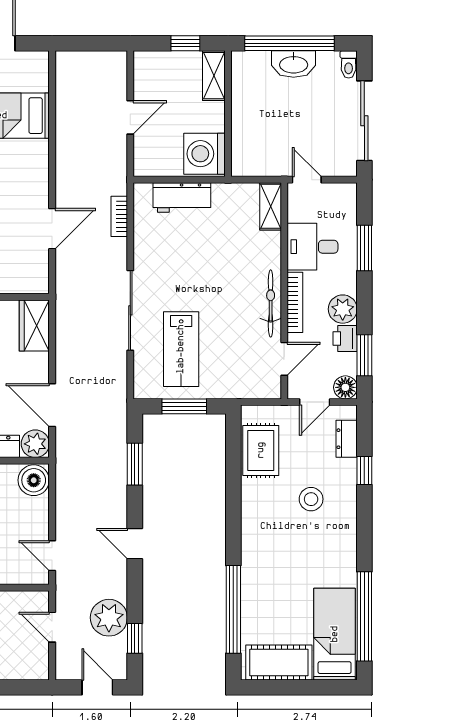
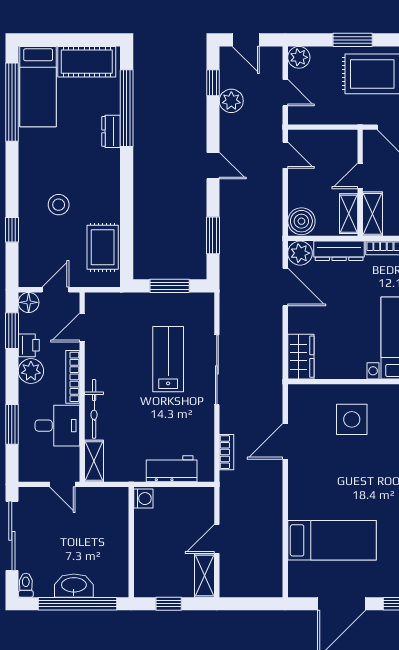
shelving: (214, 76) -> (204, 575), moved
washing machine: (204, 154) -> (143, 499), width x0.53, depth x0.53
bicycle: (271, 303) -> (94, 409), moved
lab bench: (181, 349) -> (168, 359), moved
dresser: (347, 439) -> (111, 131), moved, turned 180
plant: (109, 618) -> (231, 101), width x0.73, depth x0.73
plant: (37, 667) -> (299, 57), added

